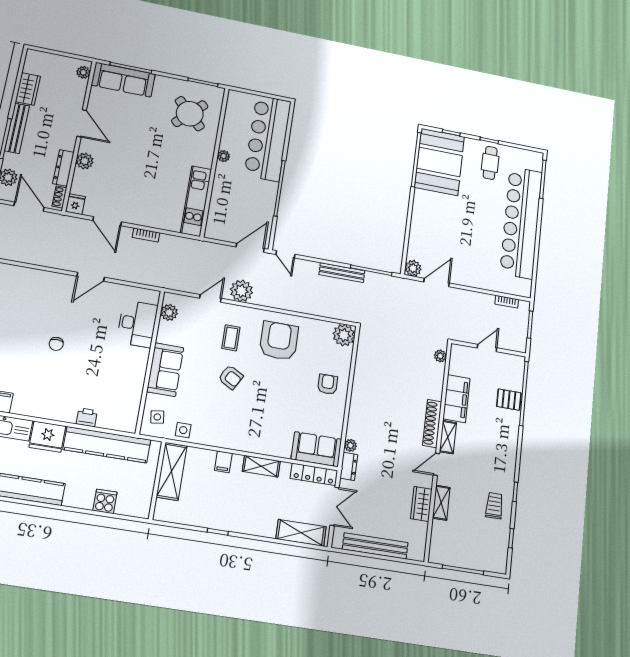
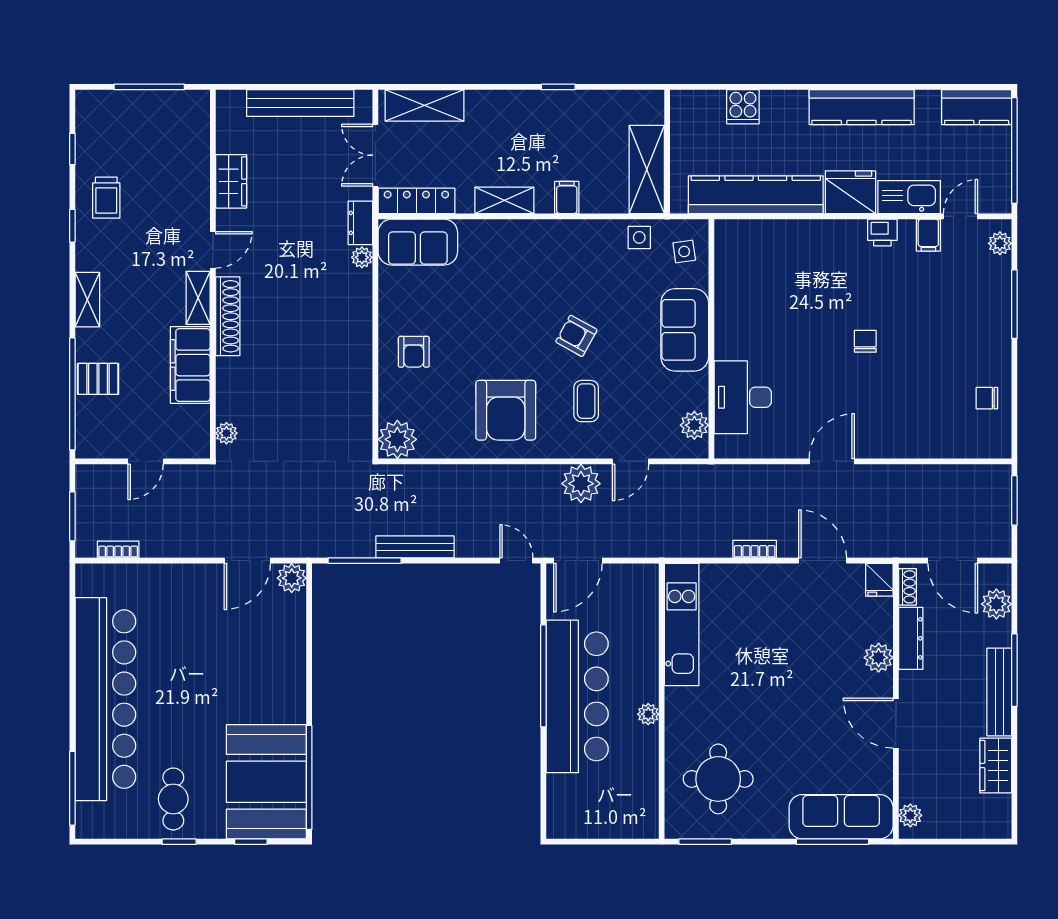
round table: (190, 114) -> (718, 779), turned 45
bar counter: (268, 138) -> (577, 696), moved
printer: (87, 417) -> (882, 232), moved
shelving: (441, 503) -> (87, 300), moved

